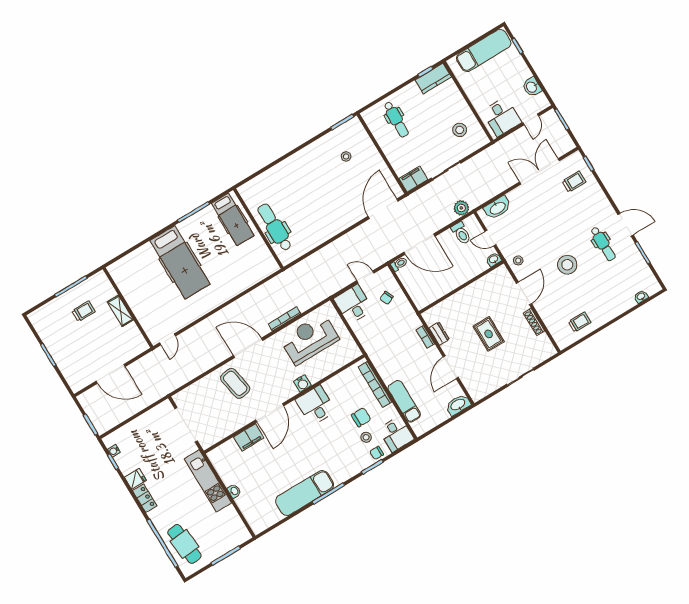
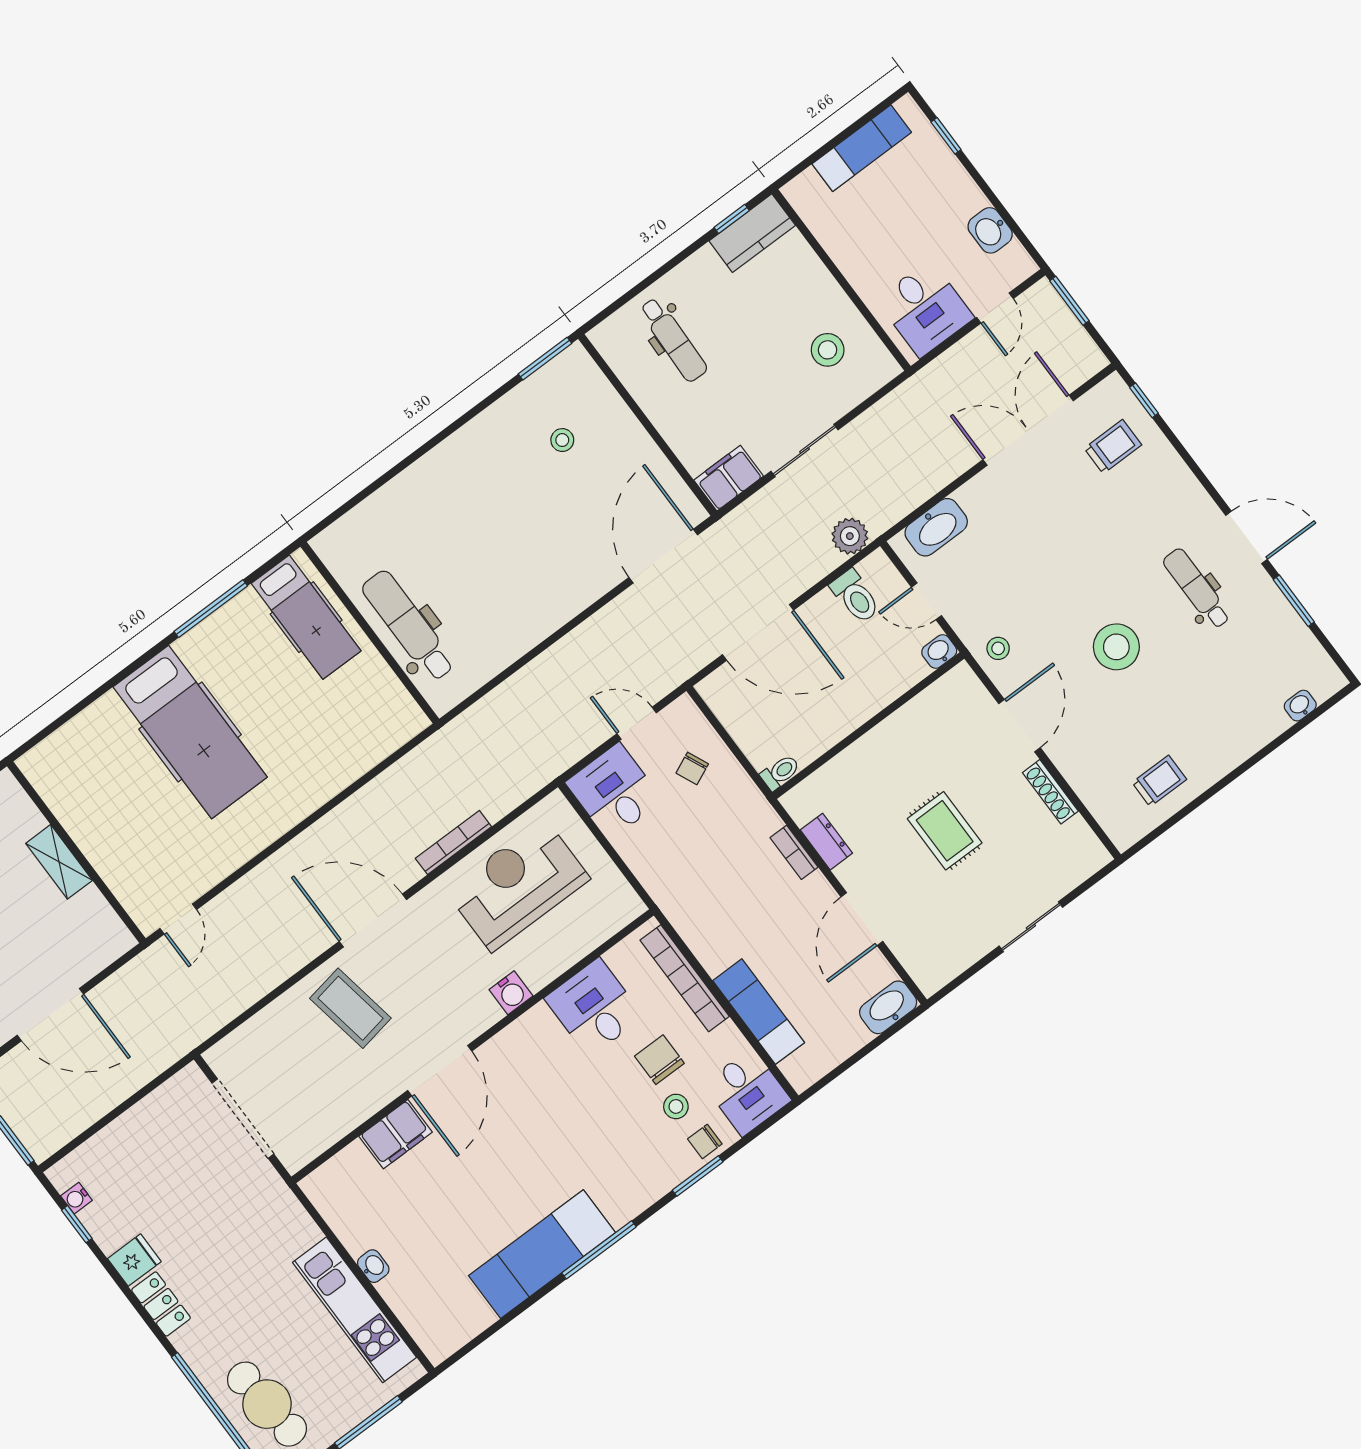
exam couch: (484, 51) -> (862, 148), width x0.73, depth x0.69
dental chair: (603, 244) -> (1197, 589), turned 180
toilet: (399, 264) -> (780, 772), moved
desk: (316, 405) -> (594, 1008), moved
chair: (361, 417) -> (659, 1060), turned -90
kitchen unit: (208, 481) -> (355, 1310), moved

